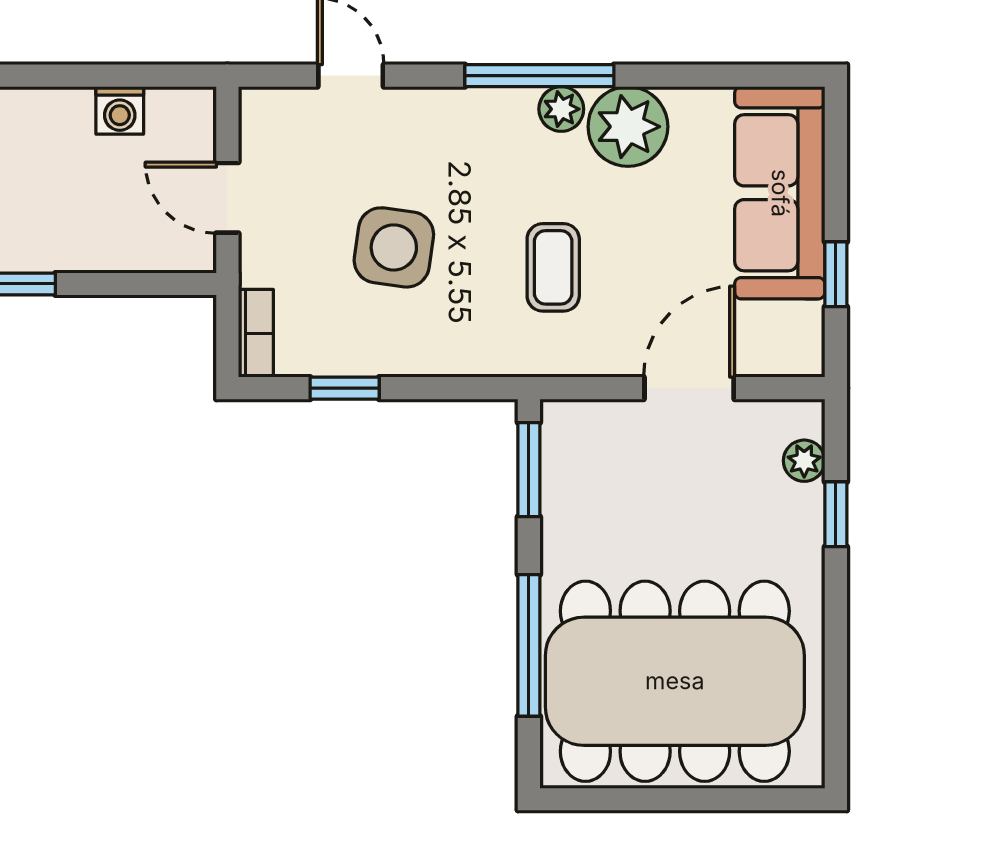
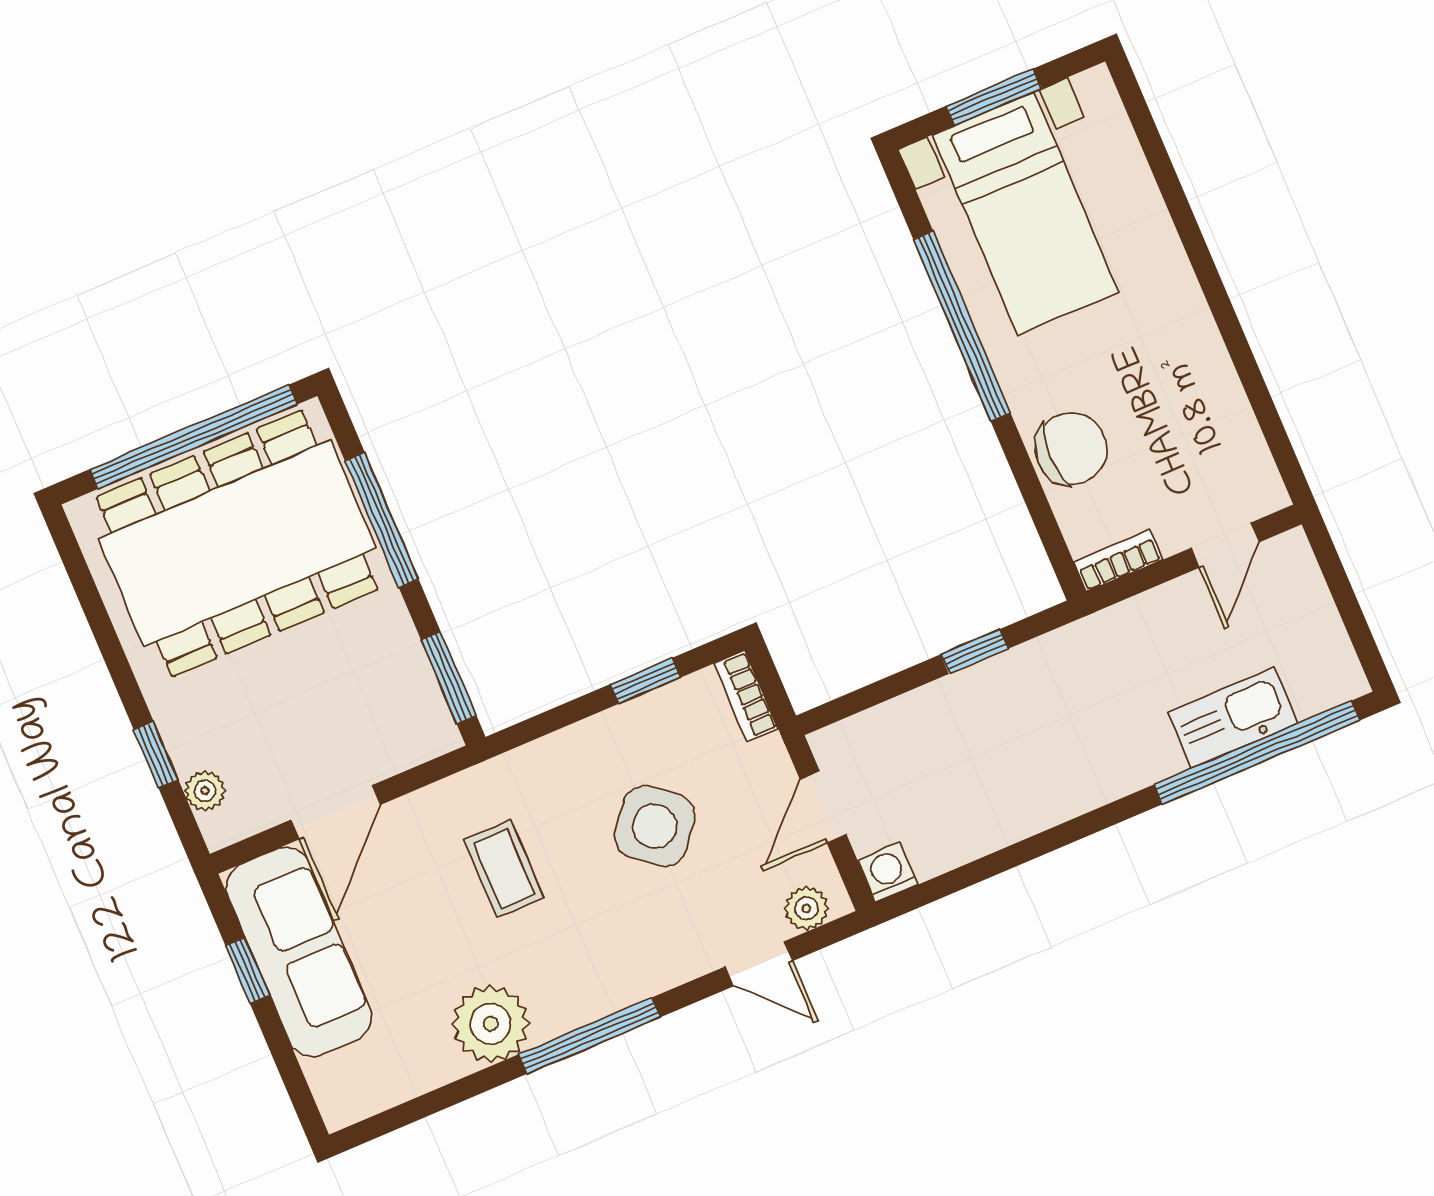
plant: (561, 109) -> (806, 908), moved
washing machine: (120, 110) -> (888, 872), moved
sofa: (780, 193) -> (299, 952), moved
door: (227, 198) -> (823, 807), swing flipped
side table: (394, 247) -> (655, 826), turned 30
window: (673, 799) -> (193, 437), added

